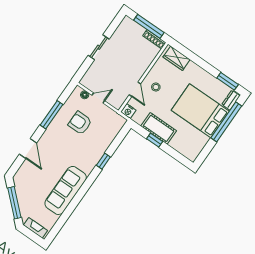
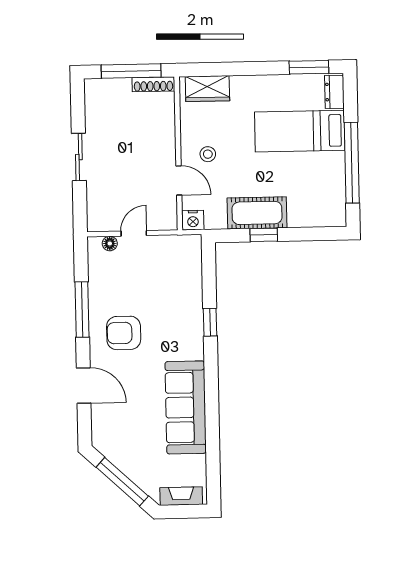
bed: (200, 111) -> (300, 131), width x0.67
window: (226, 122) -> (352, 163), moved
armchair: (80, 123) -> (124, 333), moved

